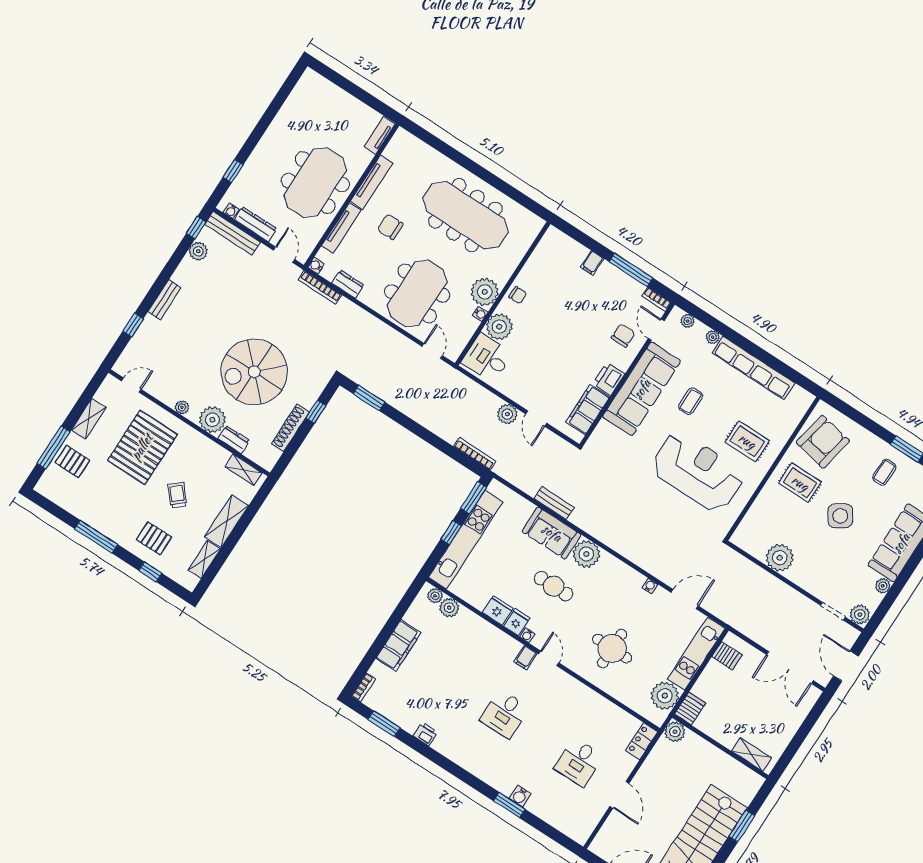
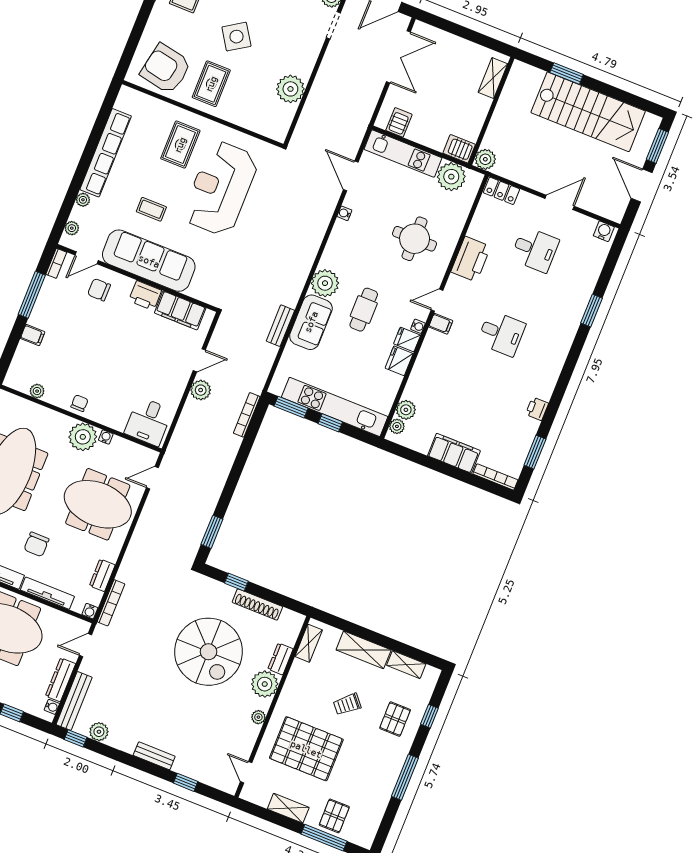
plant: (499, 327) -> (37, 391), moved, width x0.53, depth x0.53
bookcase: (363, 687) -> (495, 477), width x1.56
printer: (582, 699) -> (471, 259), added
water cooler: (520, 796) -> (604, 231), moved, turned -90

